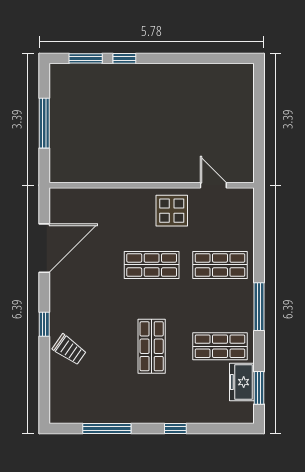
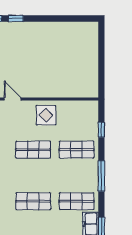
door: (213, 185) -> (13, 99), moved
window: (259, 234) -> (101, 130), added
shop shelf: (152, 346) -> (33, 201), turned 90

